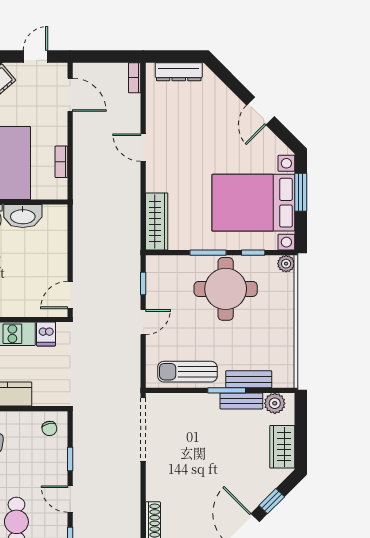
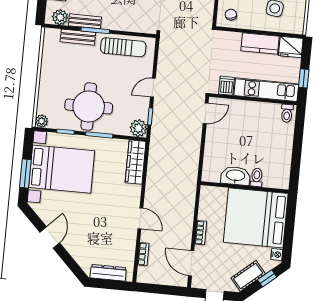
bookcase: (135, 78) -> (143, 254), moved
bookcase: (61, 162) -> (201, 233), moved
plant: (157, 267) -> (138, 128), added

